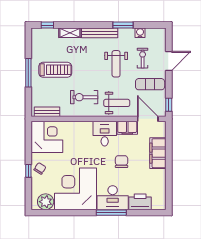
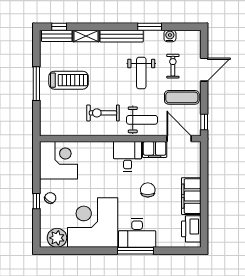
bench: (47, 112) -> (57, 36), moved
filing cabinet: (158, 153) -> (191, 196), moved
printer: (140, 202) -> (191, 229), moved, turned -90

